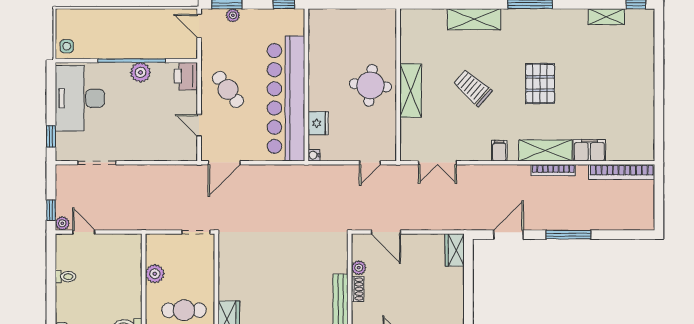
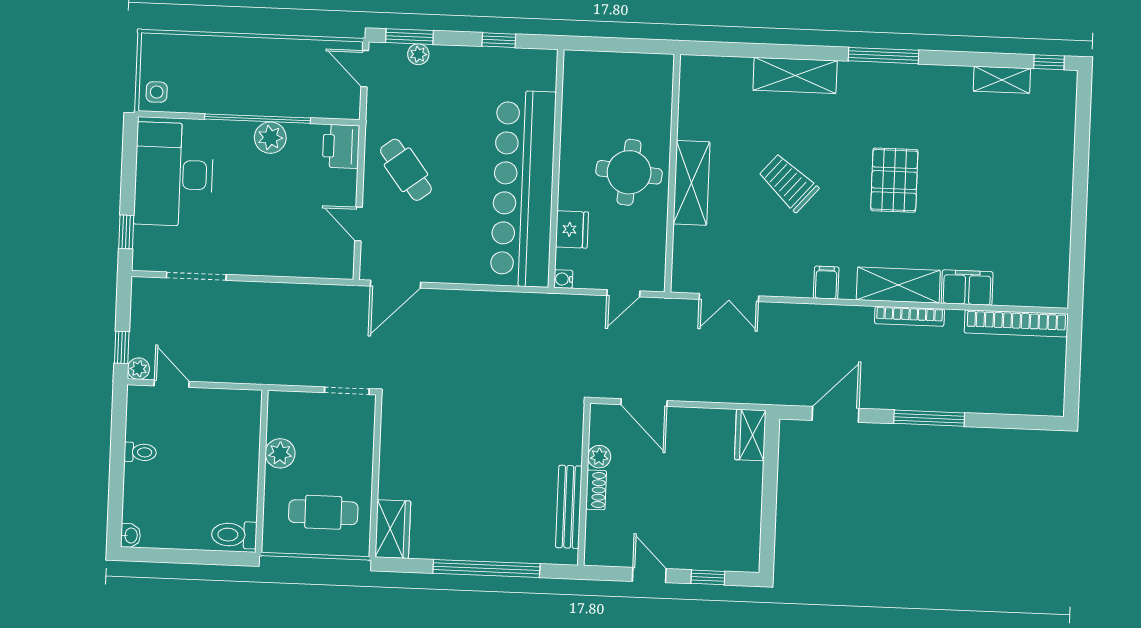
wall: (306, 85) -> (556, 169), moved
bar counter: (286, 98) -> (523, 189), moved
fridge: (318, 123) -> (572, 229), moved
water cooler: (314, 155) -> (563, 279), moved

